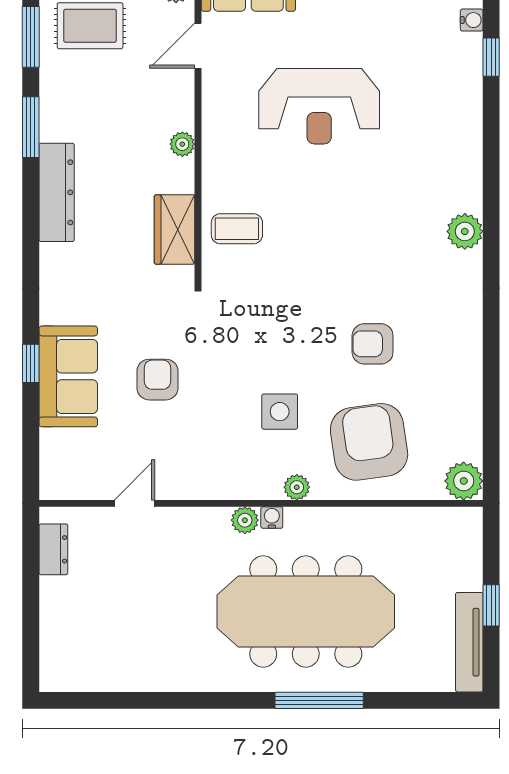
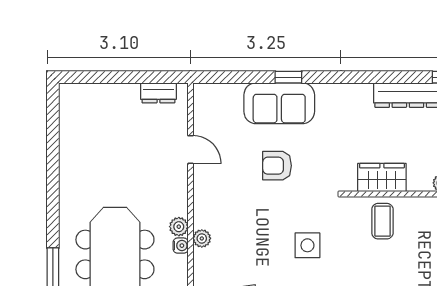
armchair: (158, 380) -> (277, 166), turned 180
side table: (280, 412) -> (307, 245), moved
plant: (297, 487) -> (202, 238), moved

